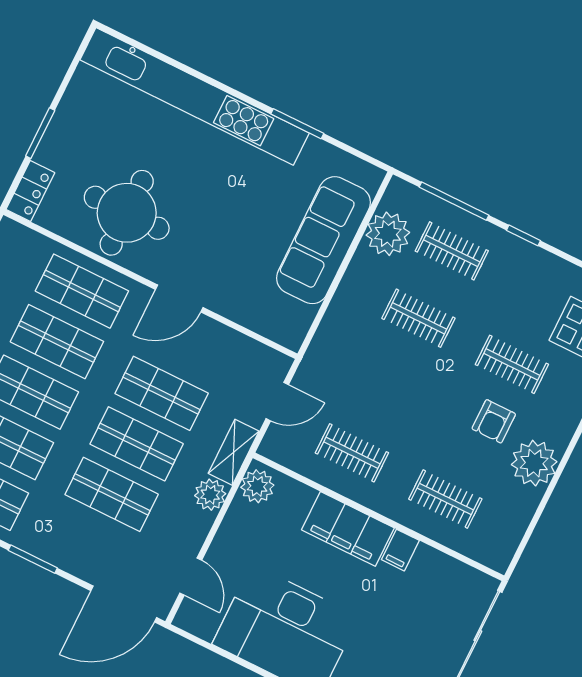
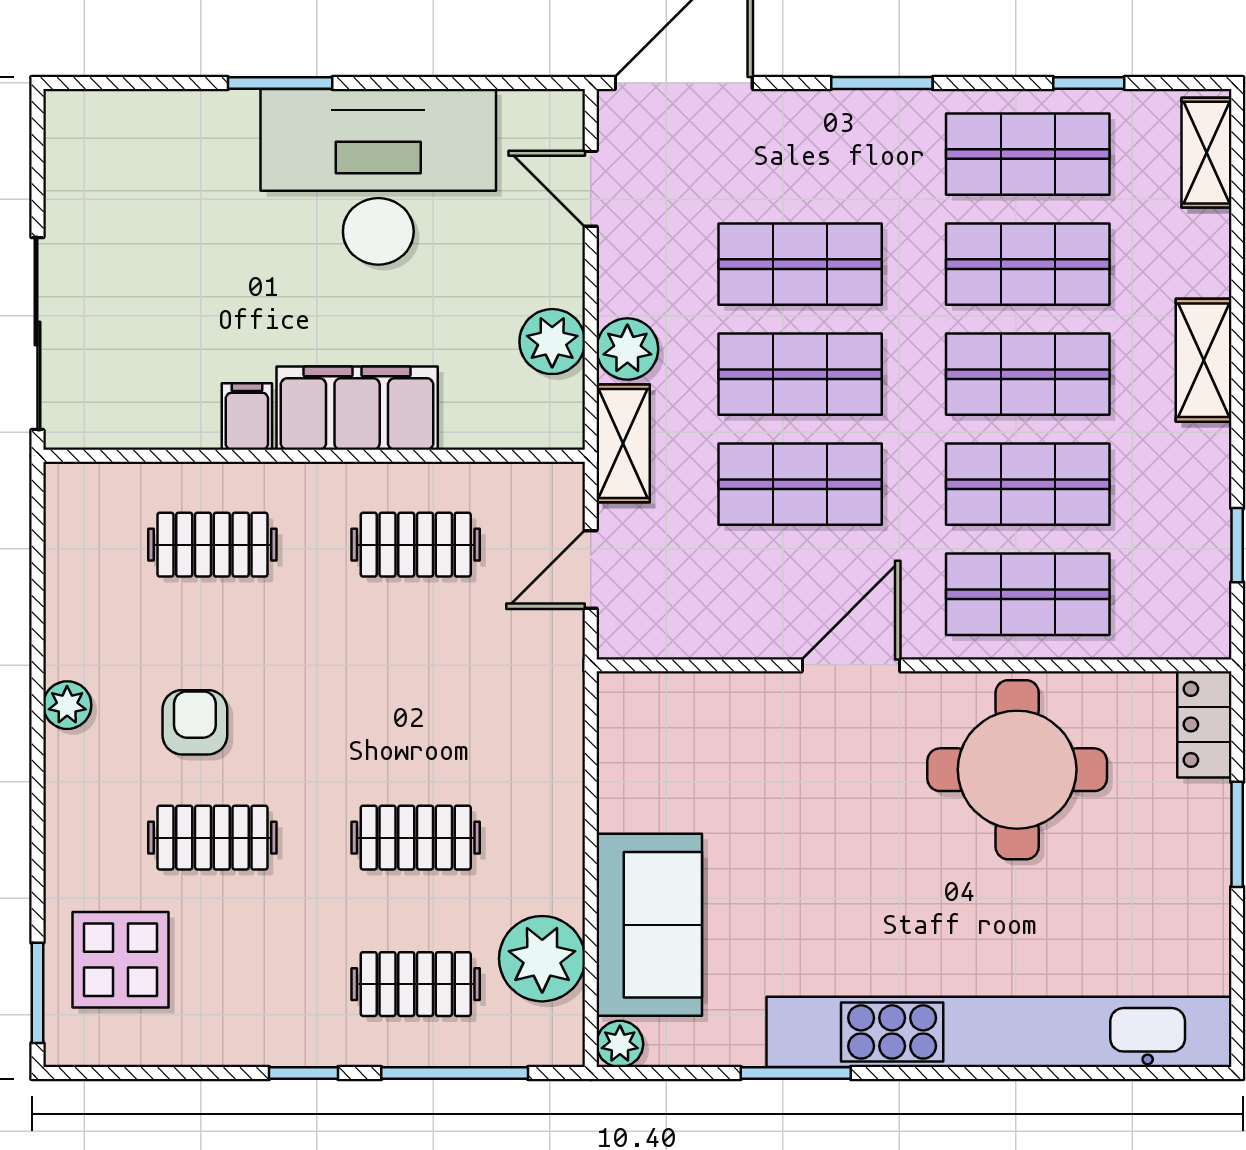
plant: (372, 177) -> (620, 1044), added
sofa: (323, 240) -> (649, 925), width x0.73
plant: (534, 463) -> (67, 705), width x0.53, depth x0.53
plant: (257, 486) -> (552, 342), moved

